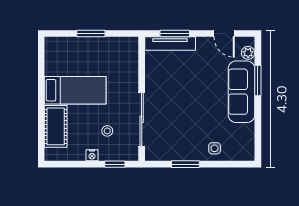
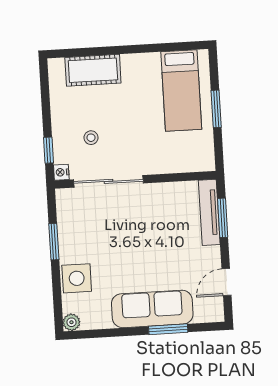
plant: (248, 53) -> (71, 322), moved
bed: (75, 90) -> (181, 91), moved
side table: (215, 148) -> (77, 278), width x1.87, depth x1.87
nightstand: (92, 155) -> (61, 172), moved

